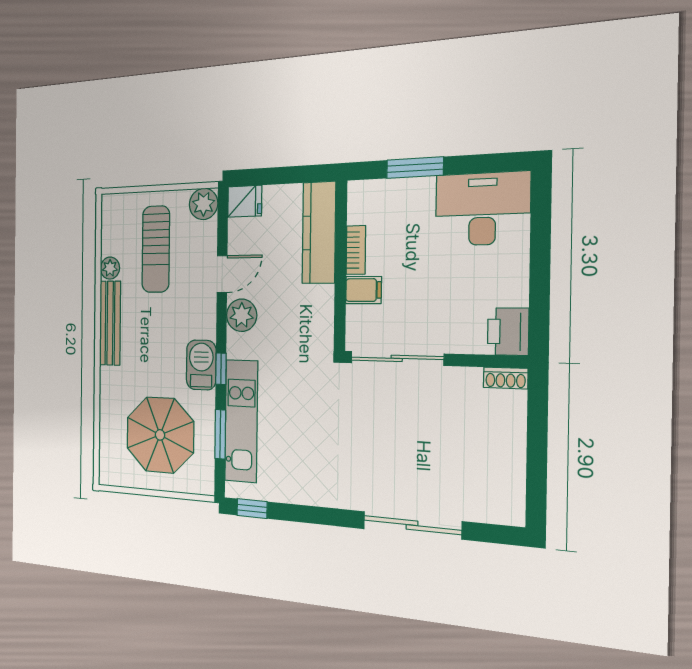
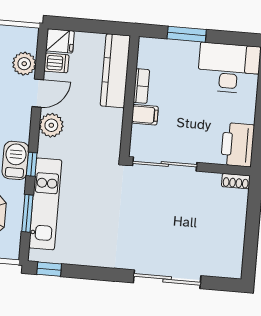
plant: (204, 204) -> (24, 64), moved
dishwasher: (242, 231) -> (56, 63), added
printer: (508, 332) -> (238, 145), width x1.37, depth x1.19

